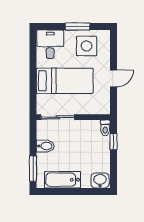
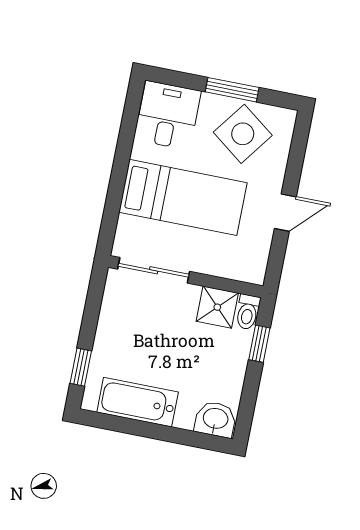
side table: (87, 46) -> (243, 134), turned 37
shower: (91, 128) -> (217, 307), added
bidet: (45, 146) -> (116, 325), removed
window: (33, 169) -> (81, 367), width x0.67

